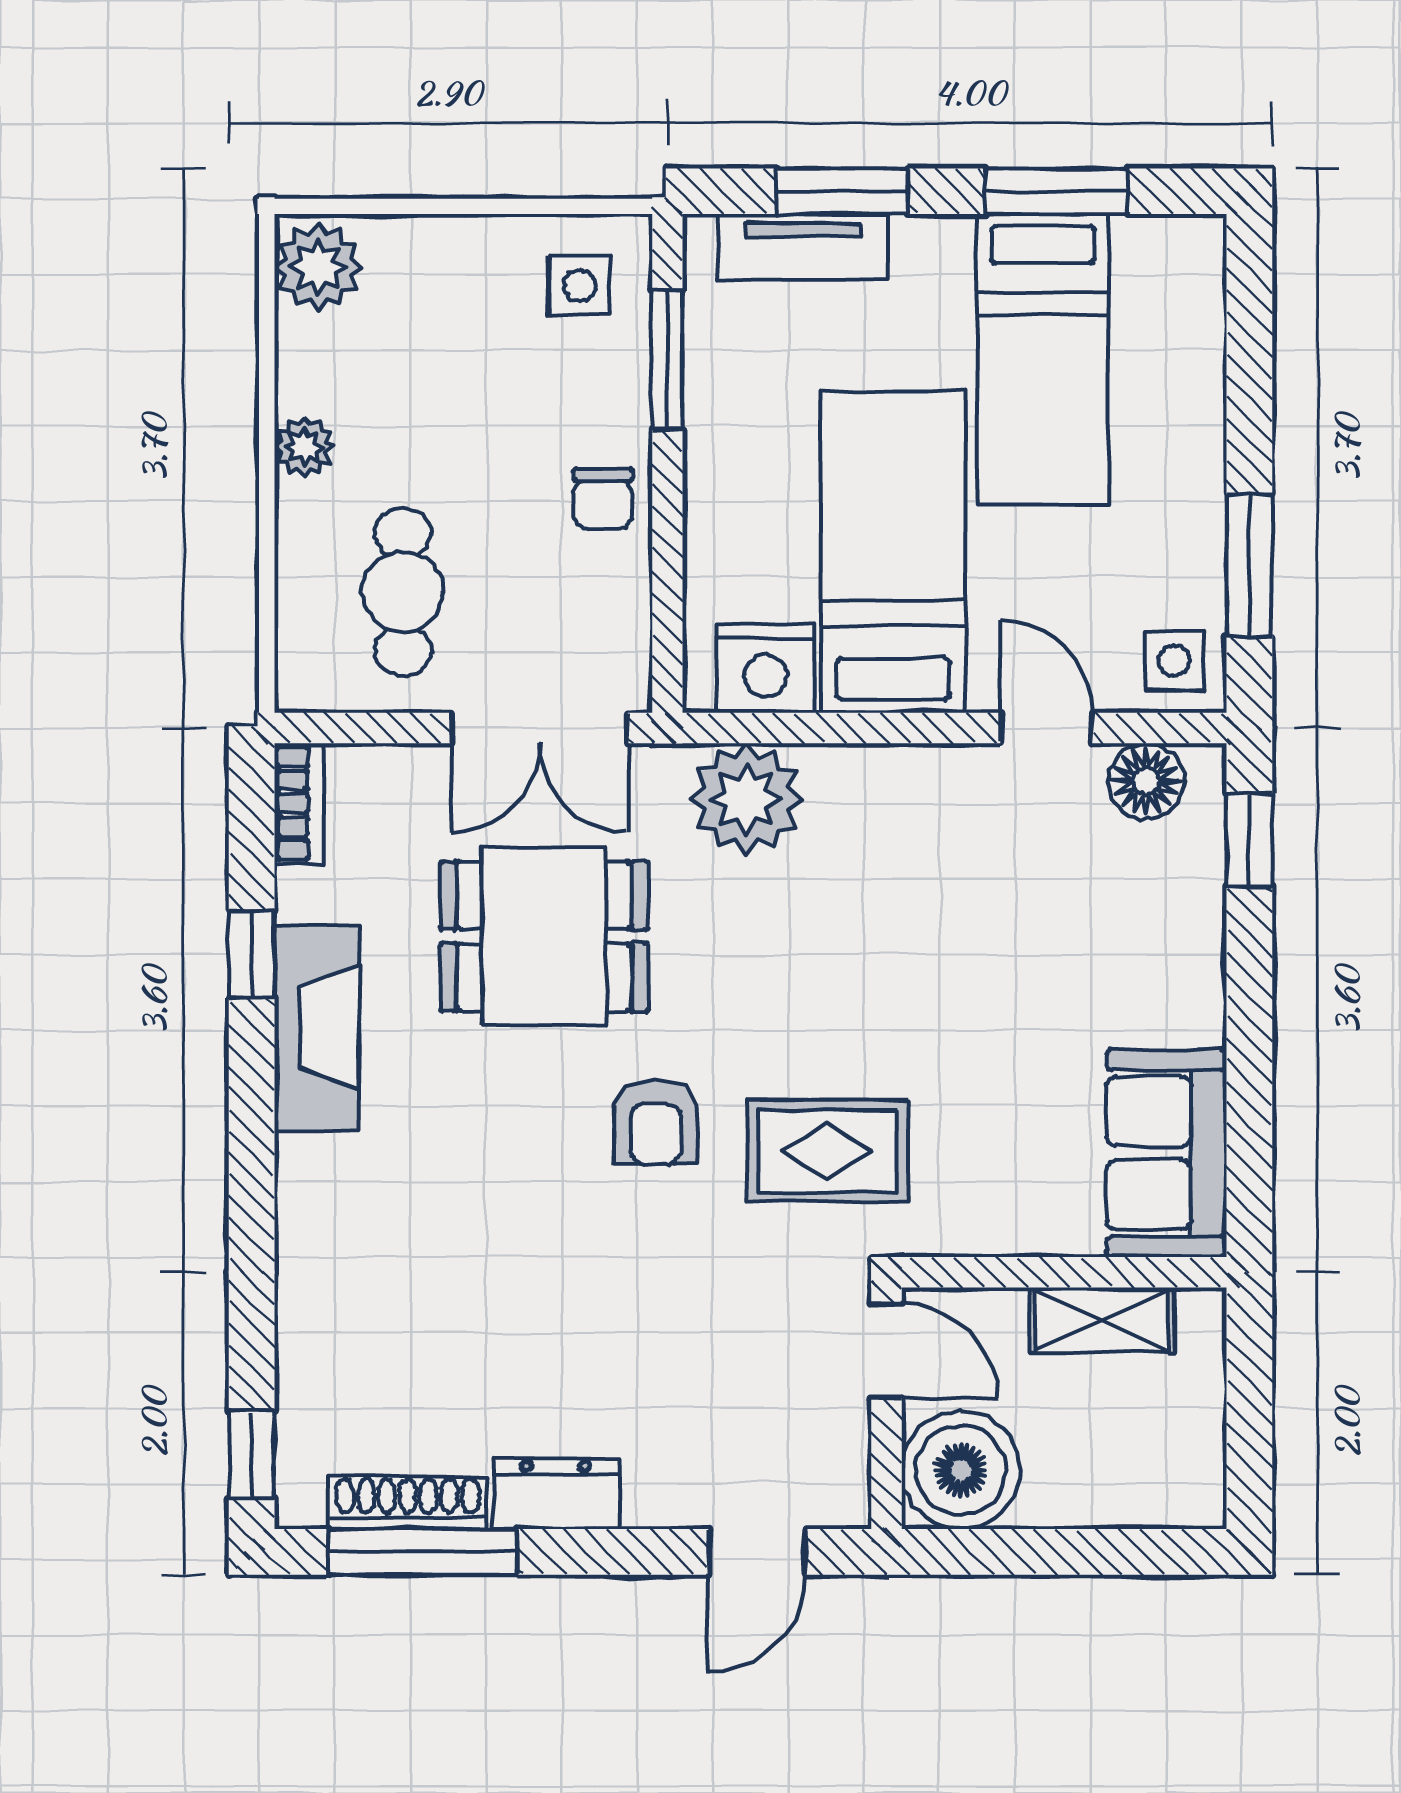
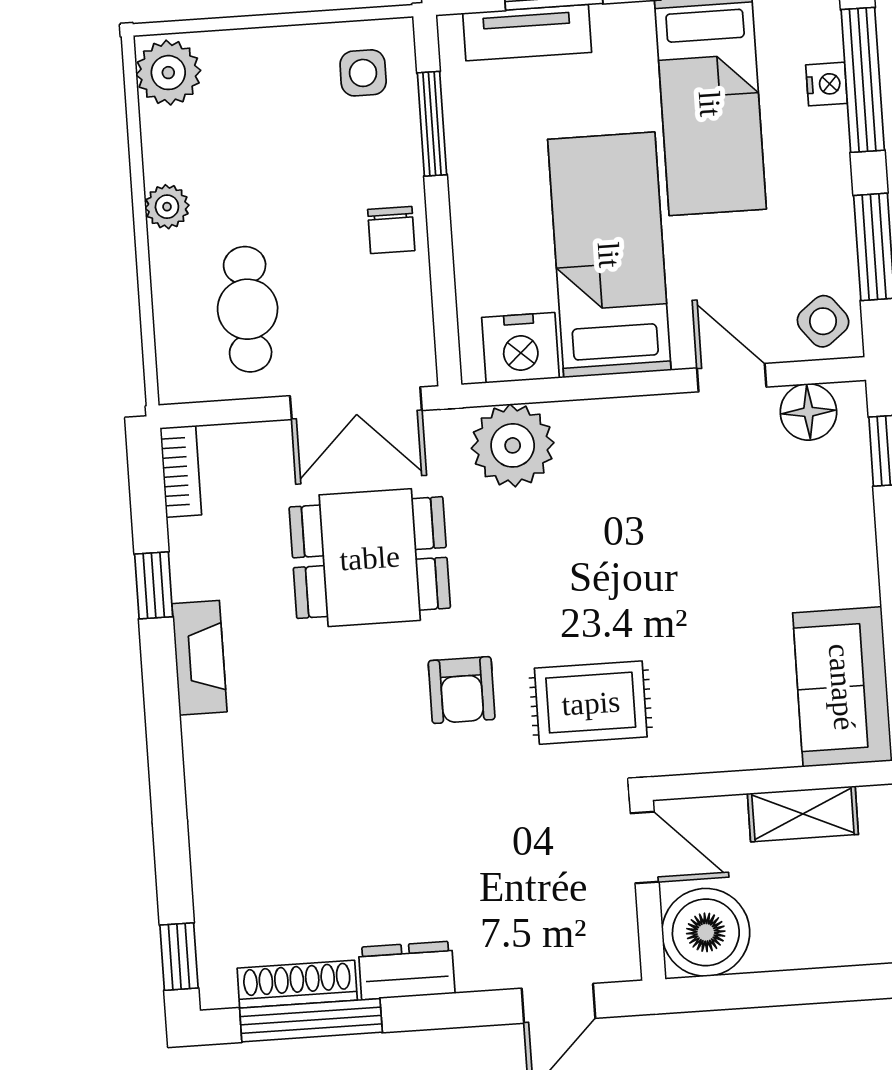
window: (1249, 340) -> (863, 80), added
nightstand: (1201, 343) -> (827, 84), added
side table: (1174, 661) -> (823, 321), turned -38
fireplace: (317, 1027) -> (199, 658), width x0.73, depth x0.76

